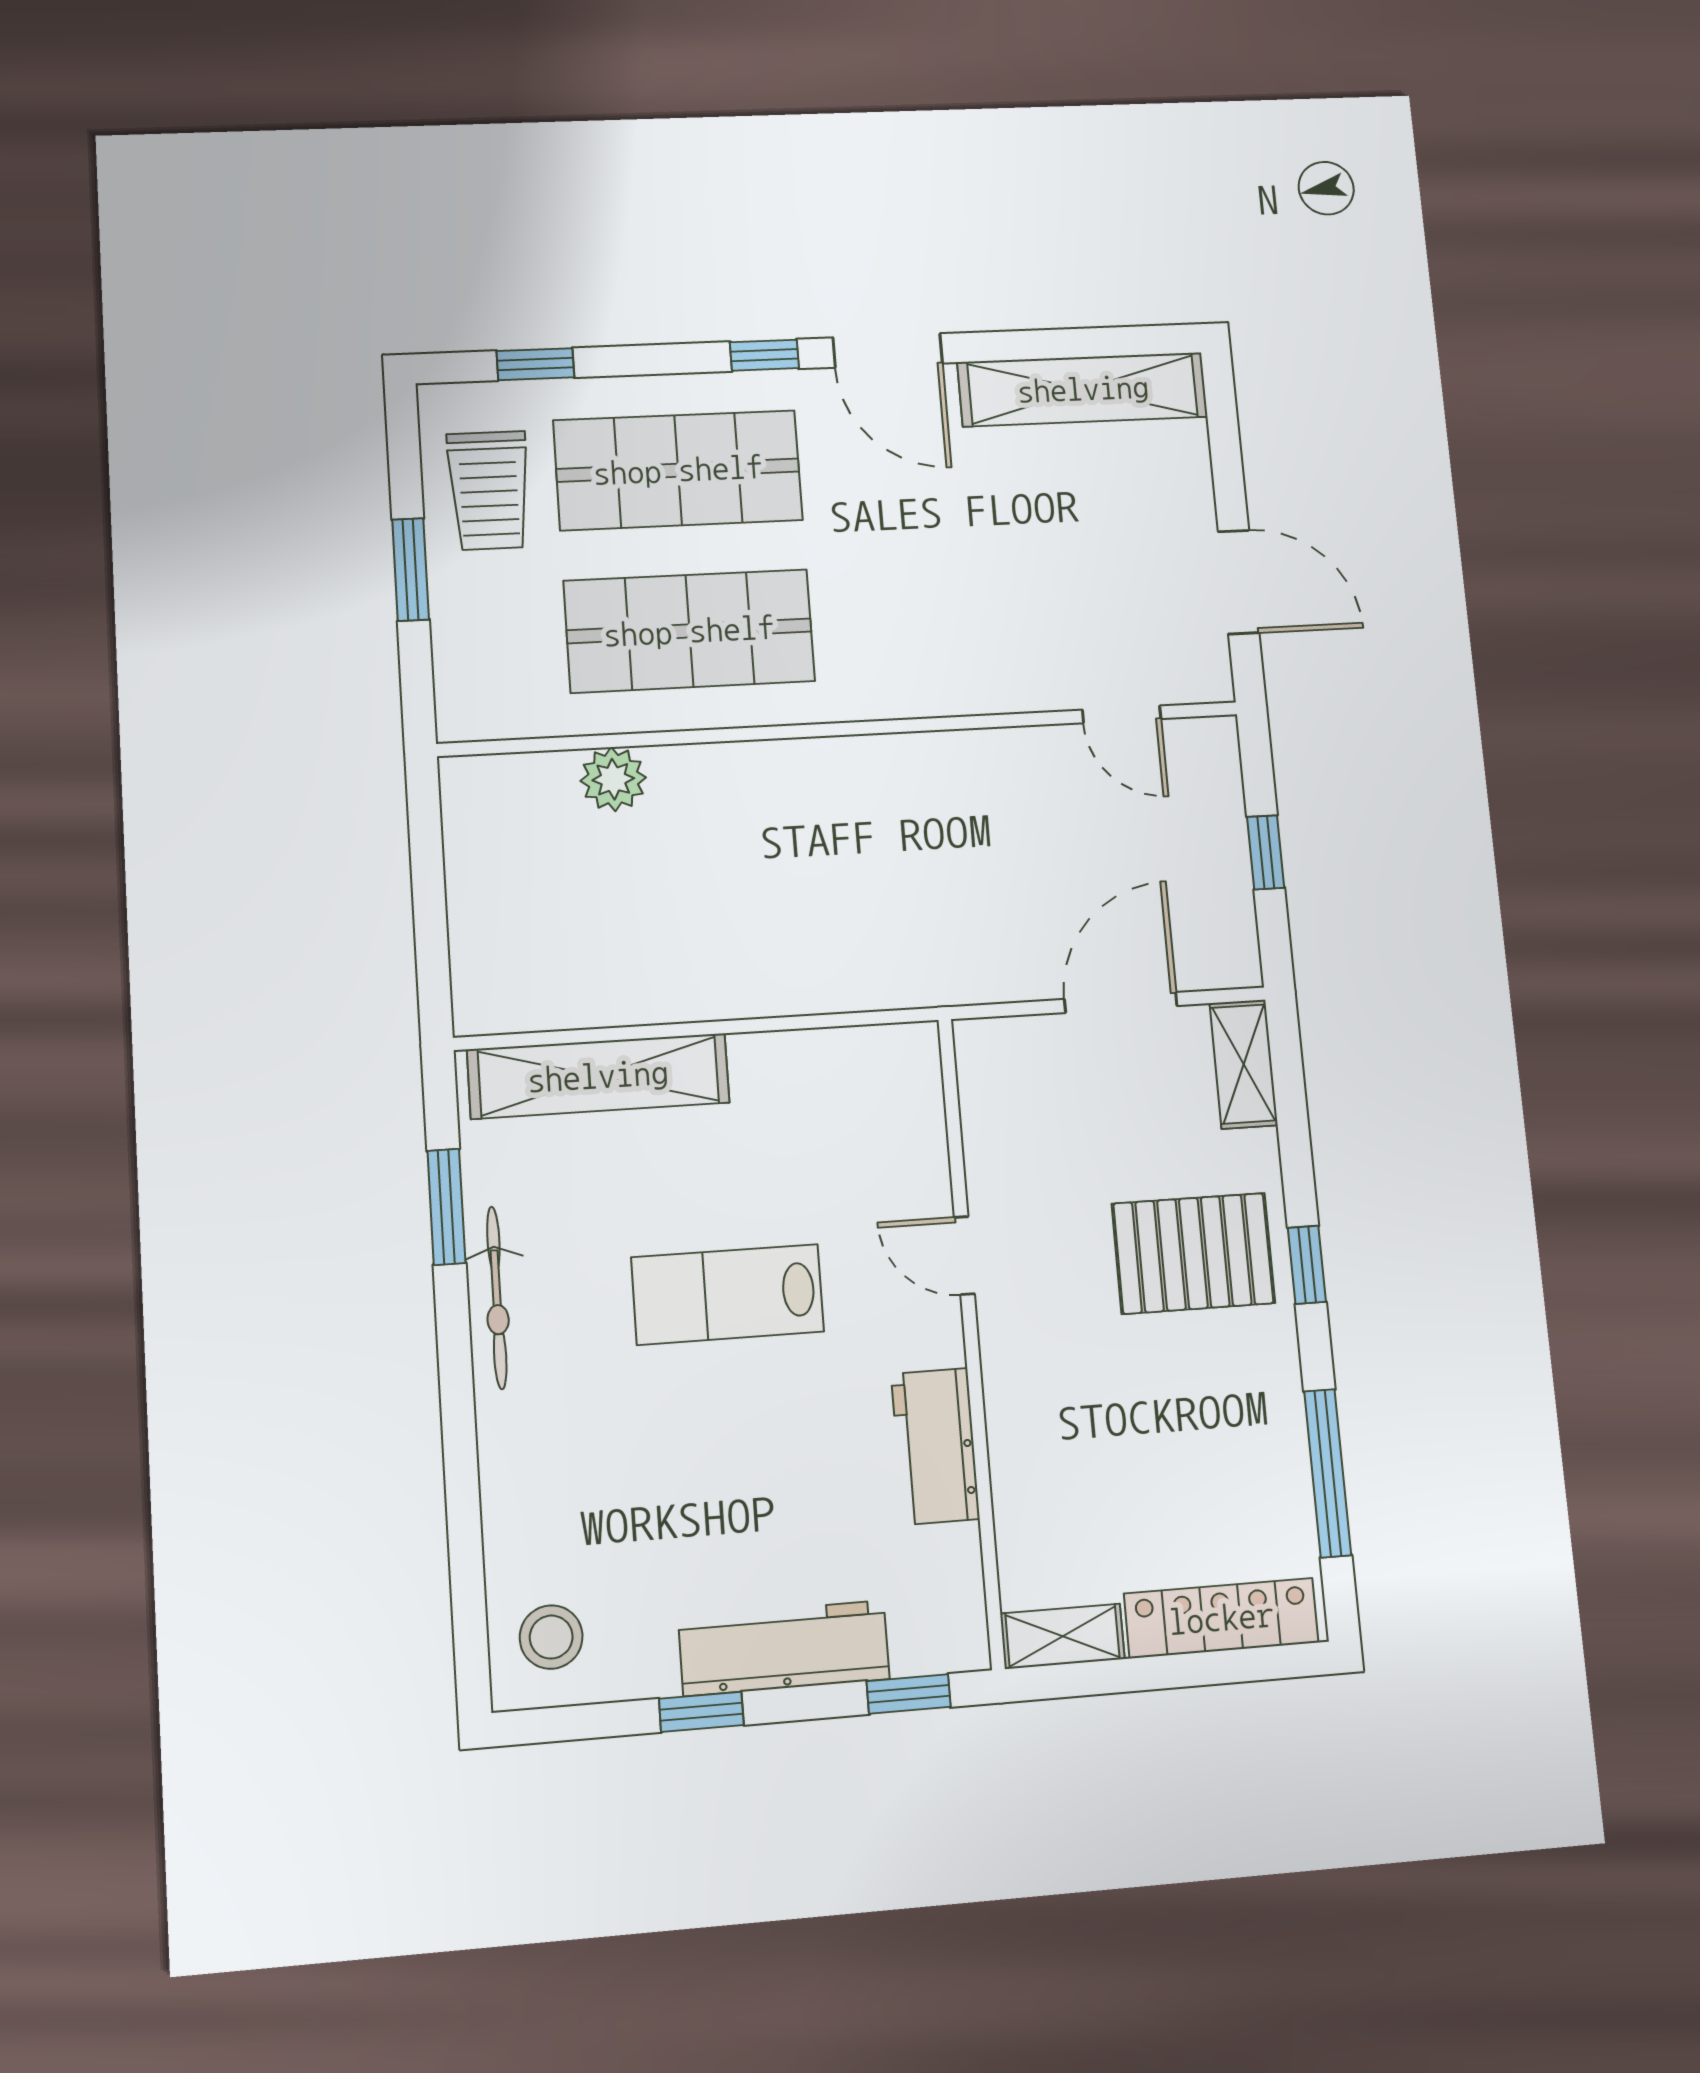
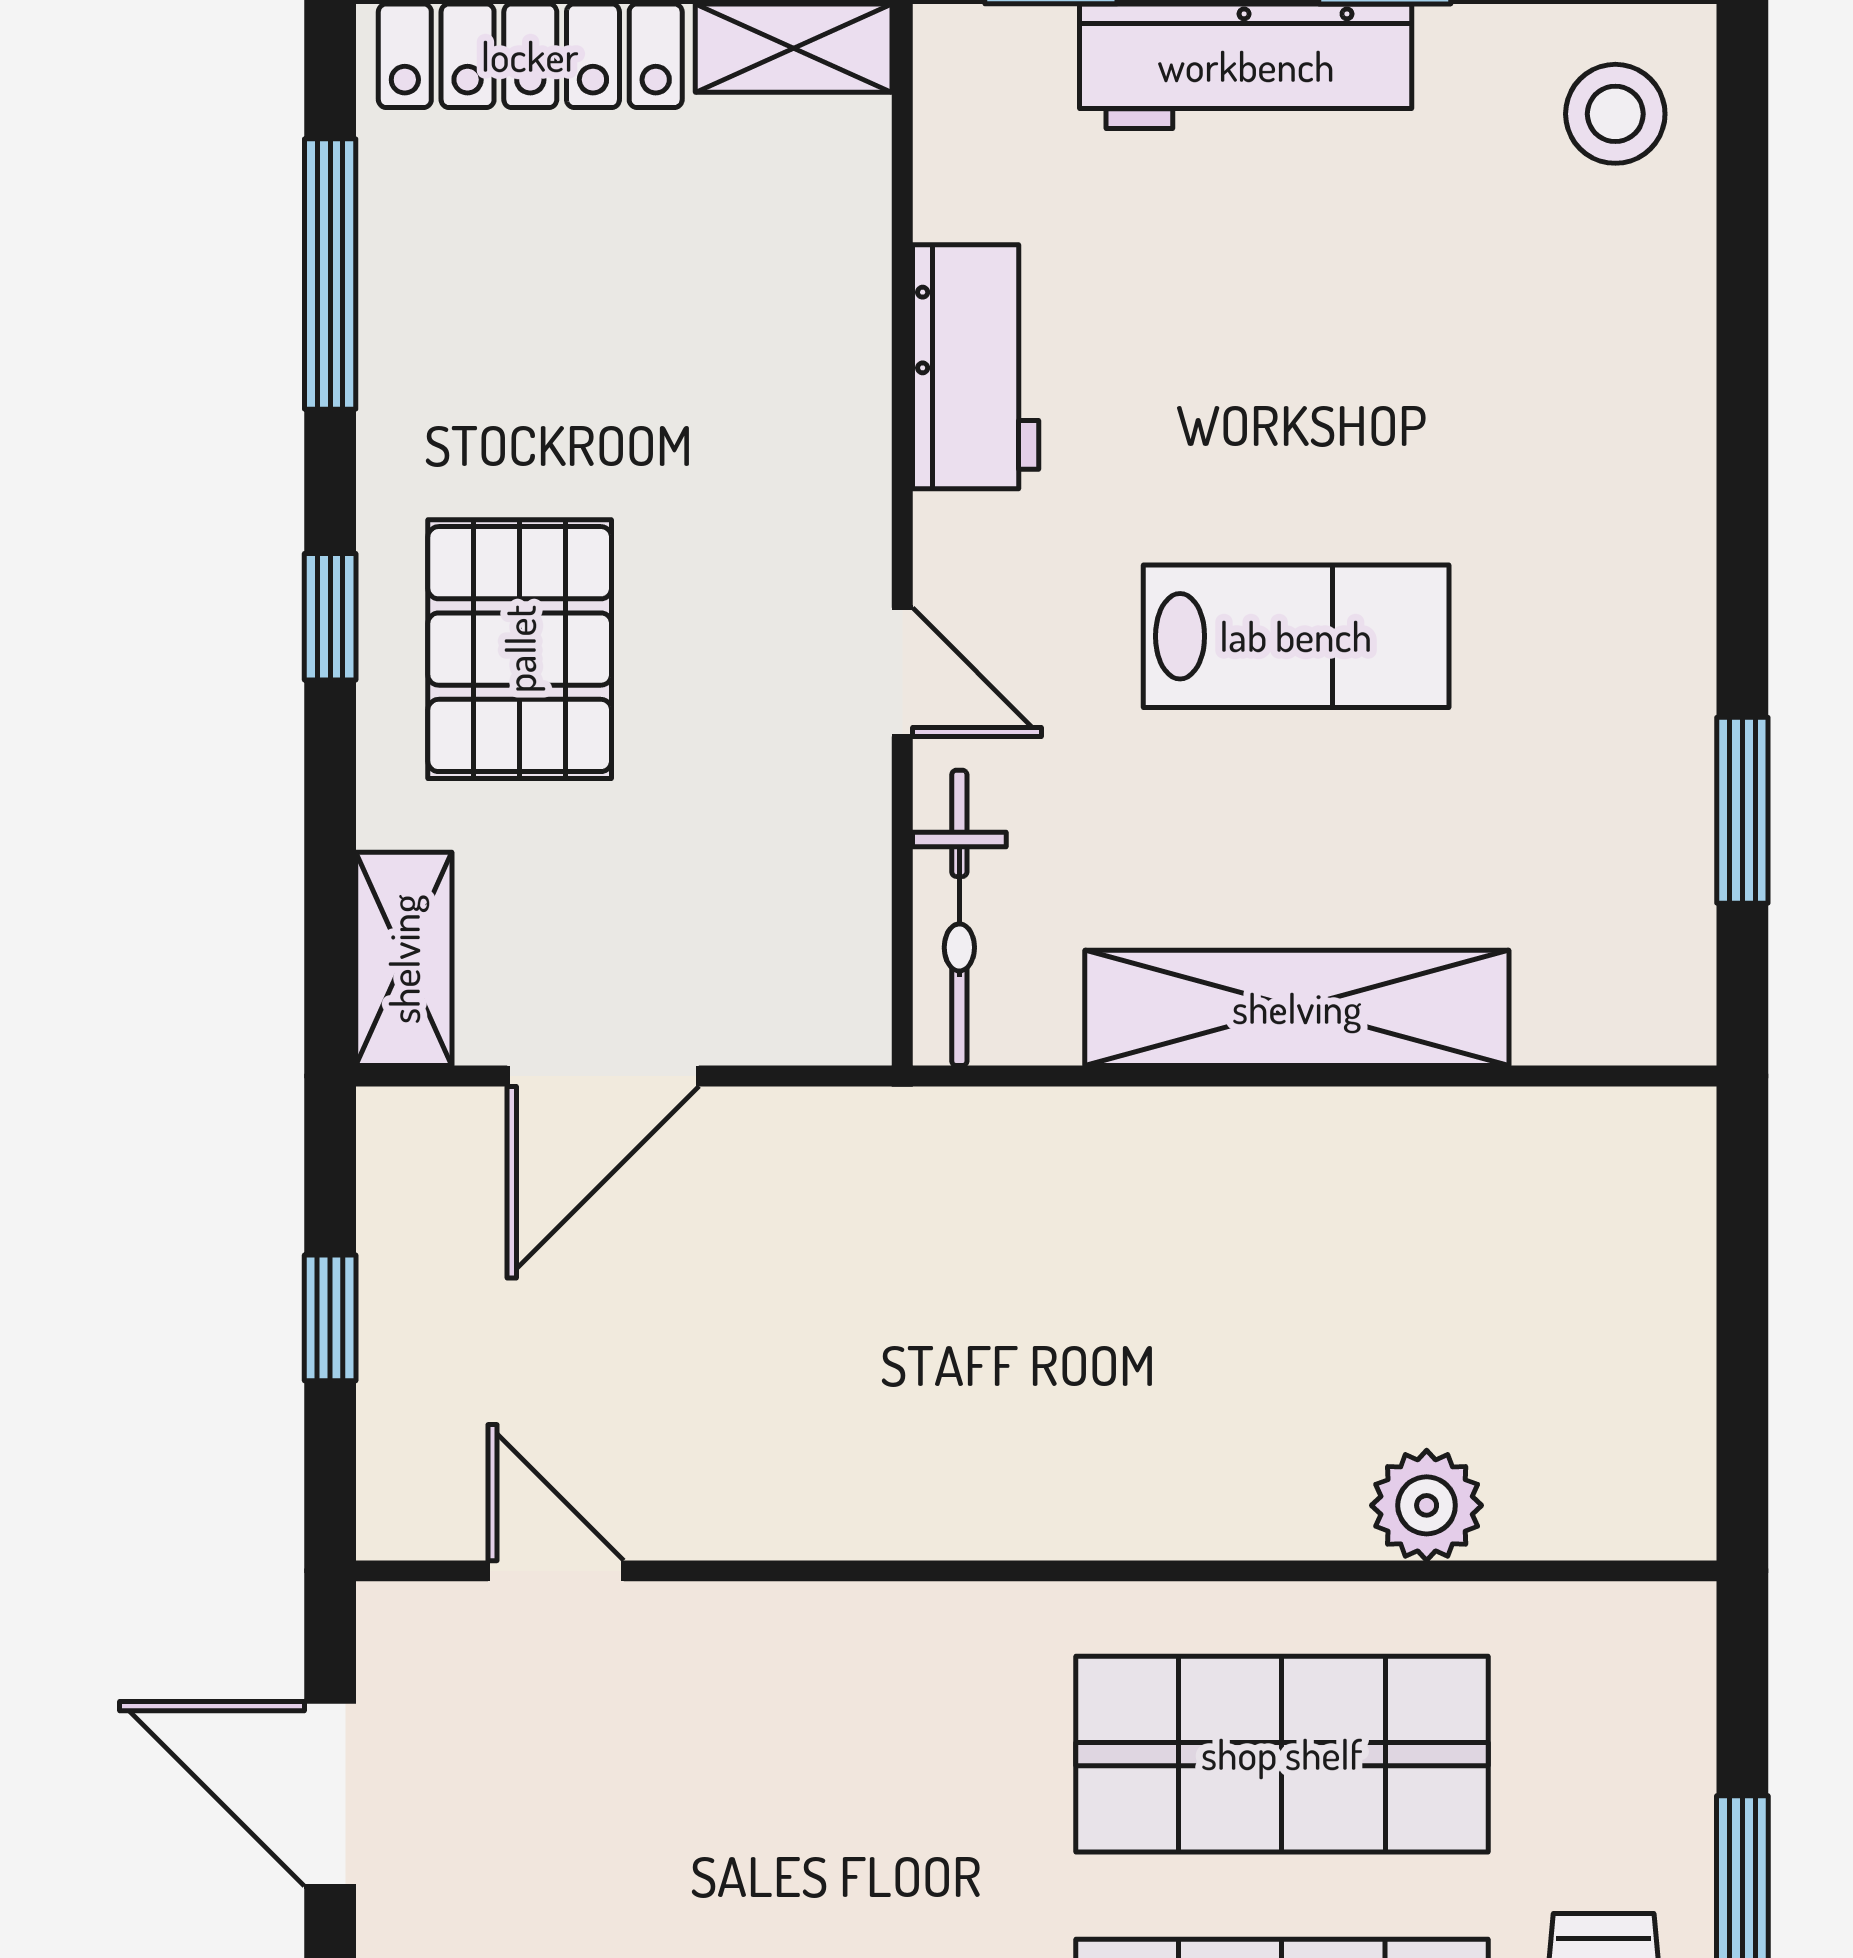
shelving: (598, 1076) -> (1297, 1008), moved
pallet: (1193, 1253) -> (520, 649), turned 90
bicycle: (497, 1298) -> (959, 918), moved, turned 180

